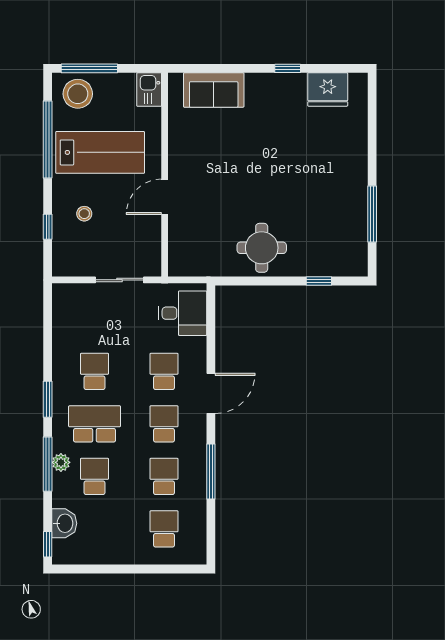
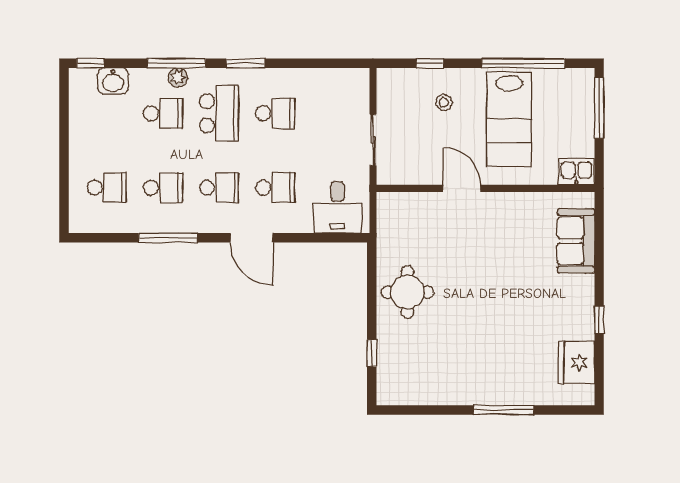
stool: (78, 94) -> (572, 95), removed
window: (372, 214) -> (504, 410), moved

